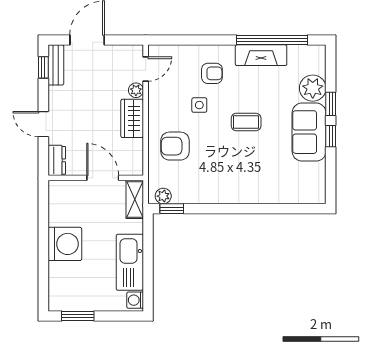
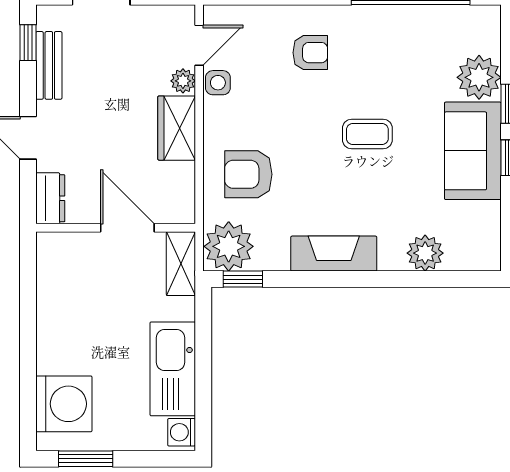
fireplace: (261, 55) -> (334, 254), moved, turned 180
bench: (56, 65) -> (49, 65), moved
side table: (199, 105) -> (218, 83), moved
plant: (281, 193) -> (425, 253), added
plant: (163, 196) -> (229, 246), width x1.88, depth x1.88
washing machine: (65, 244) -> (64, 404), moved

